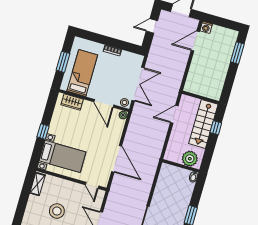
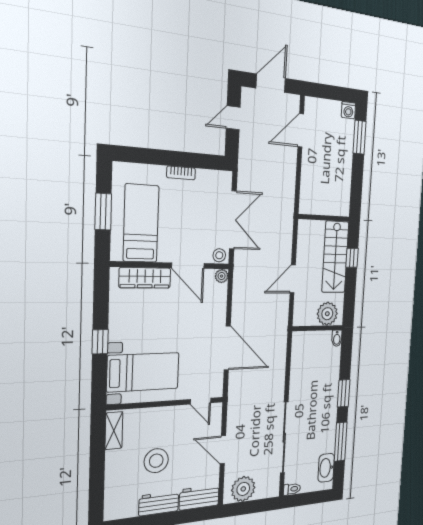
washing machine: (206, 27) -> (348, 110), moved
wardrobe: (72, 102) -> (145, 278), width x1.50
door: (174, 114) -> (293, 279), moved

